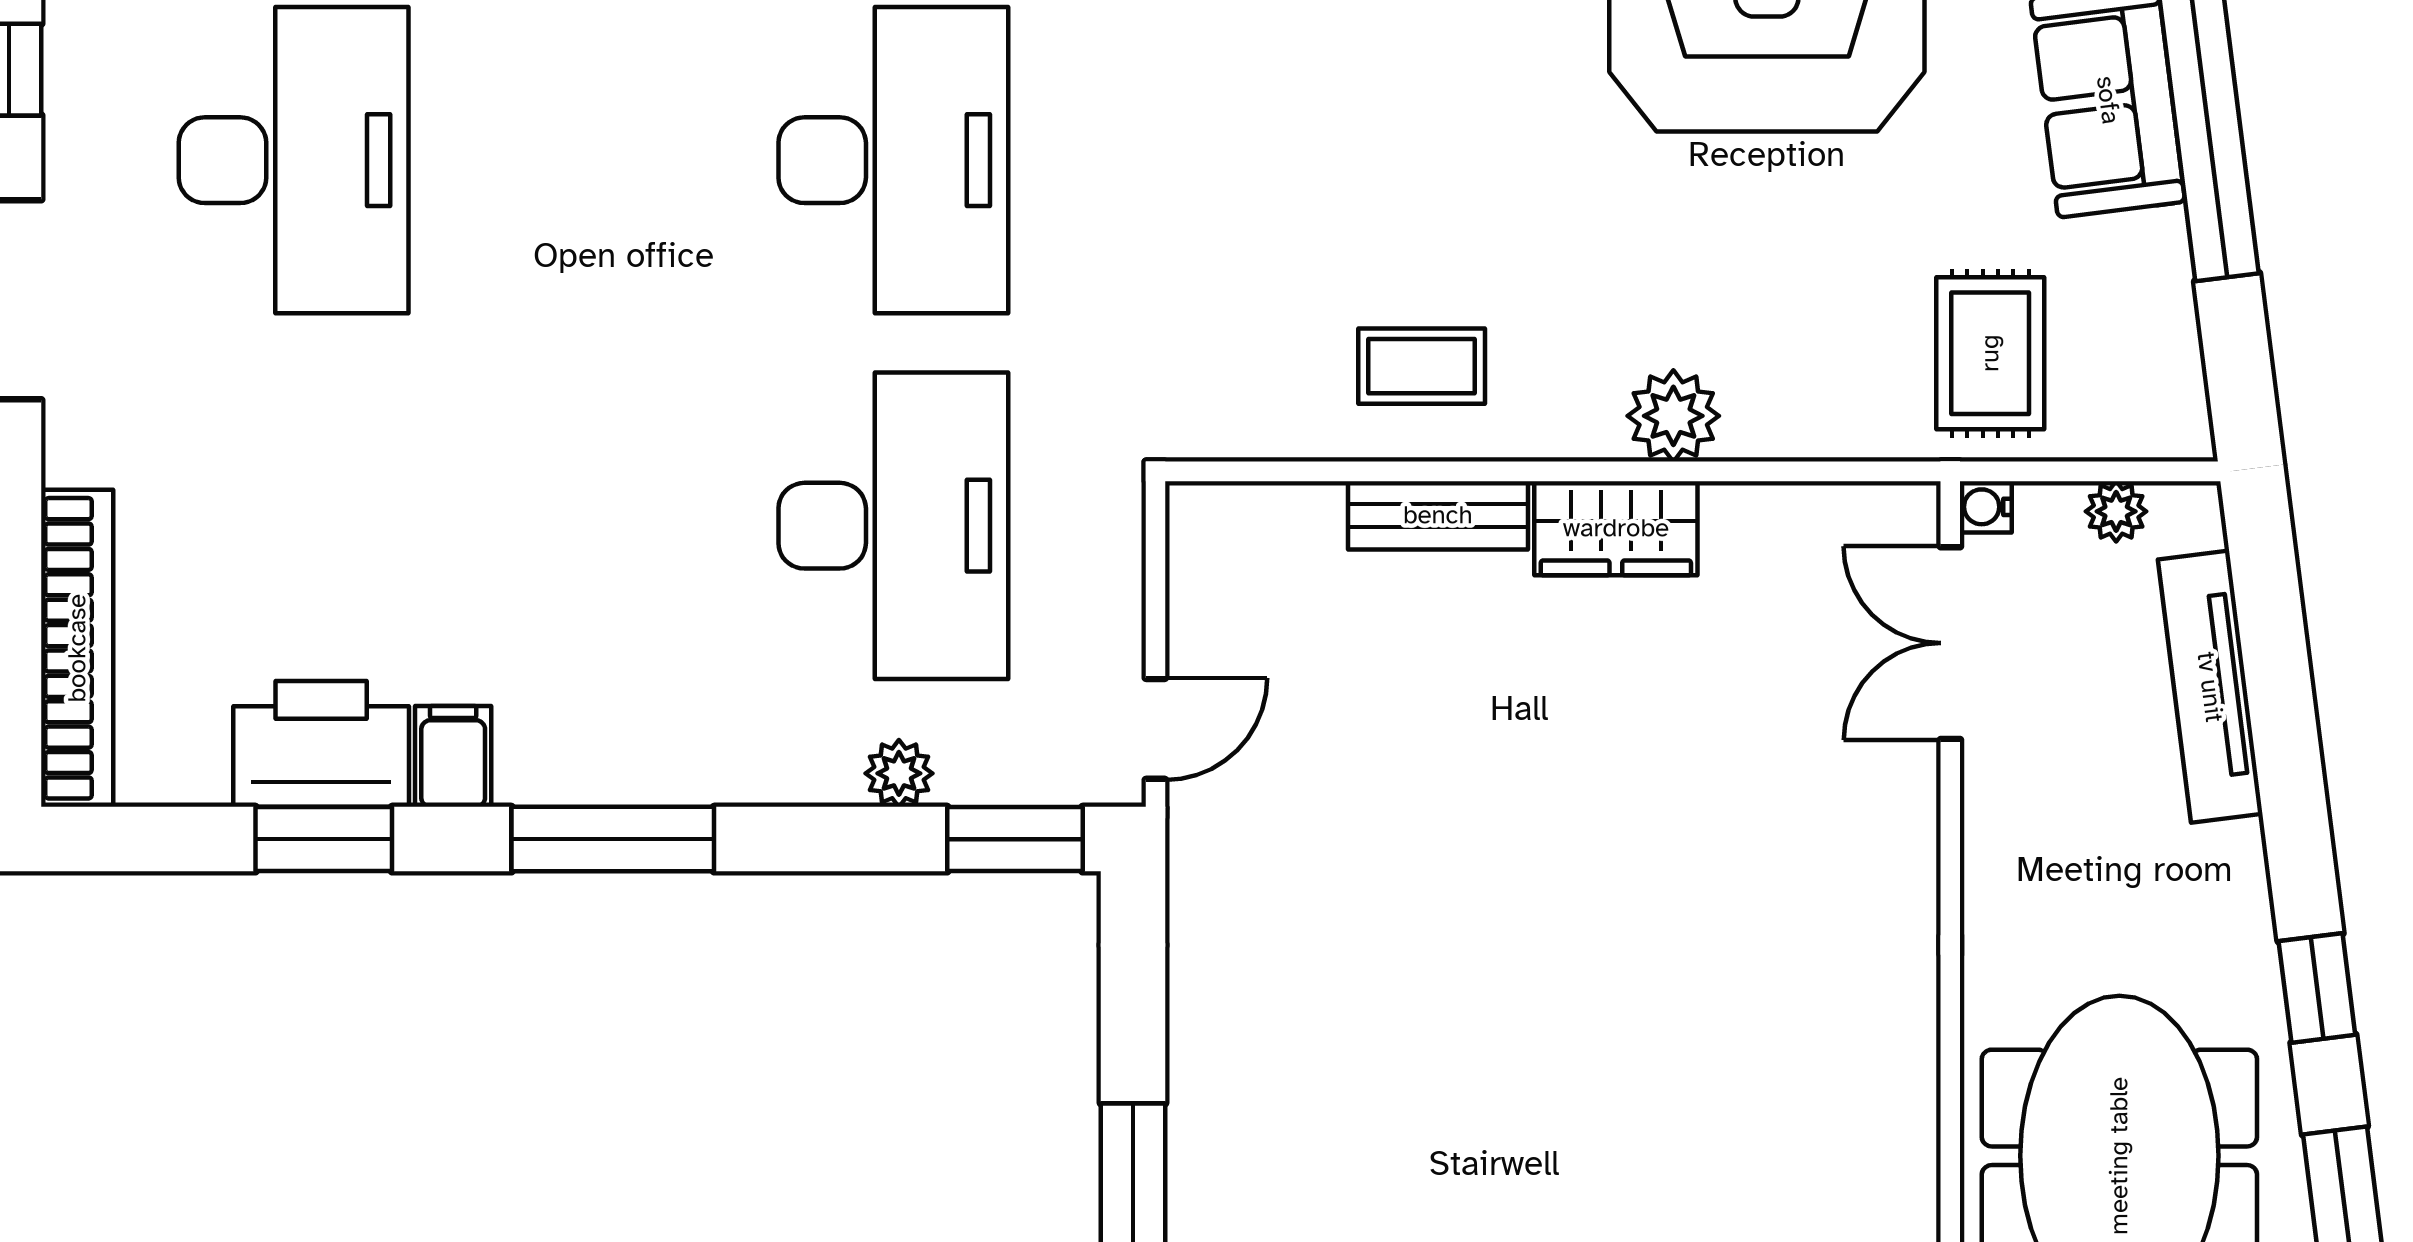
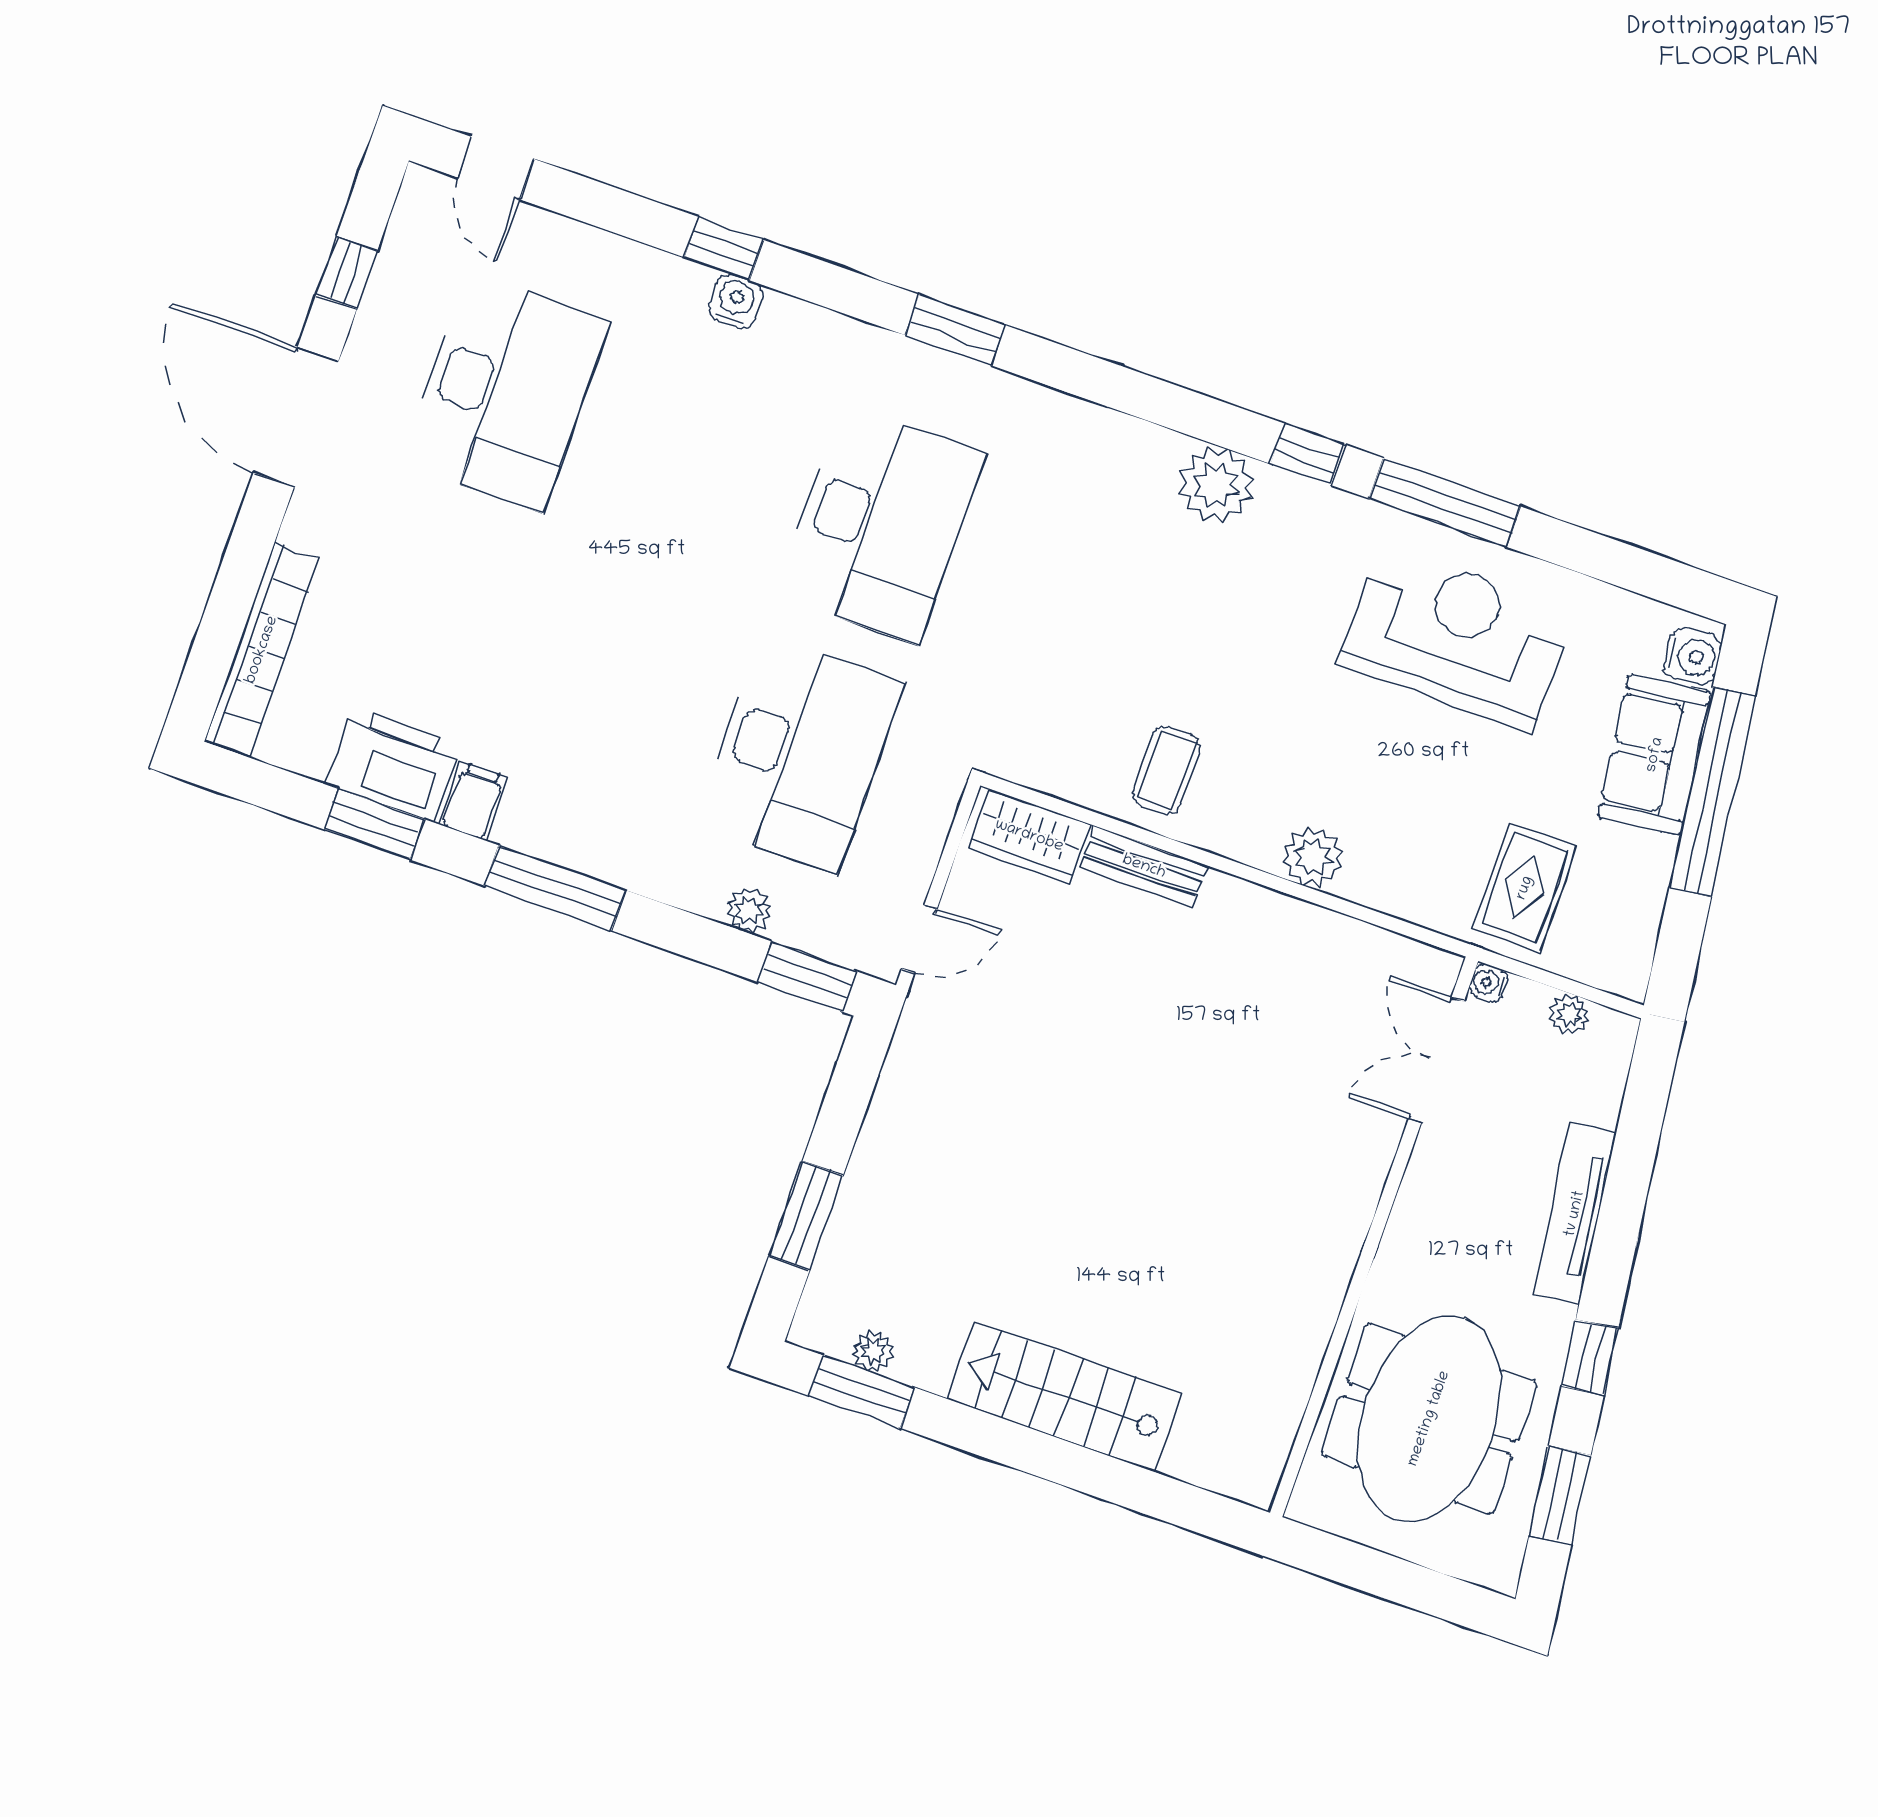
coffee table: (1422, 366) -> (1166, 770), turned 90
wardrobe: (1616, 528) -> (1029, 836), moved
tv unit: (2210, 687) -> (1575, 1214), moved

